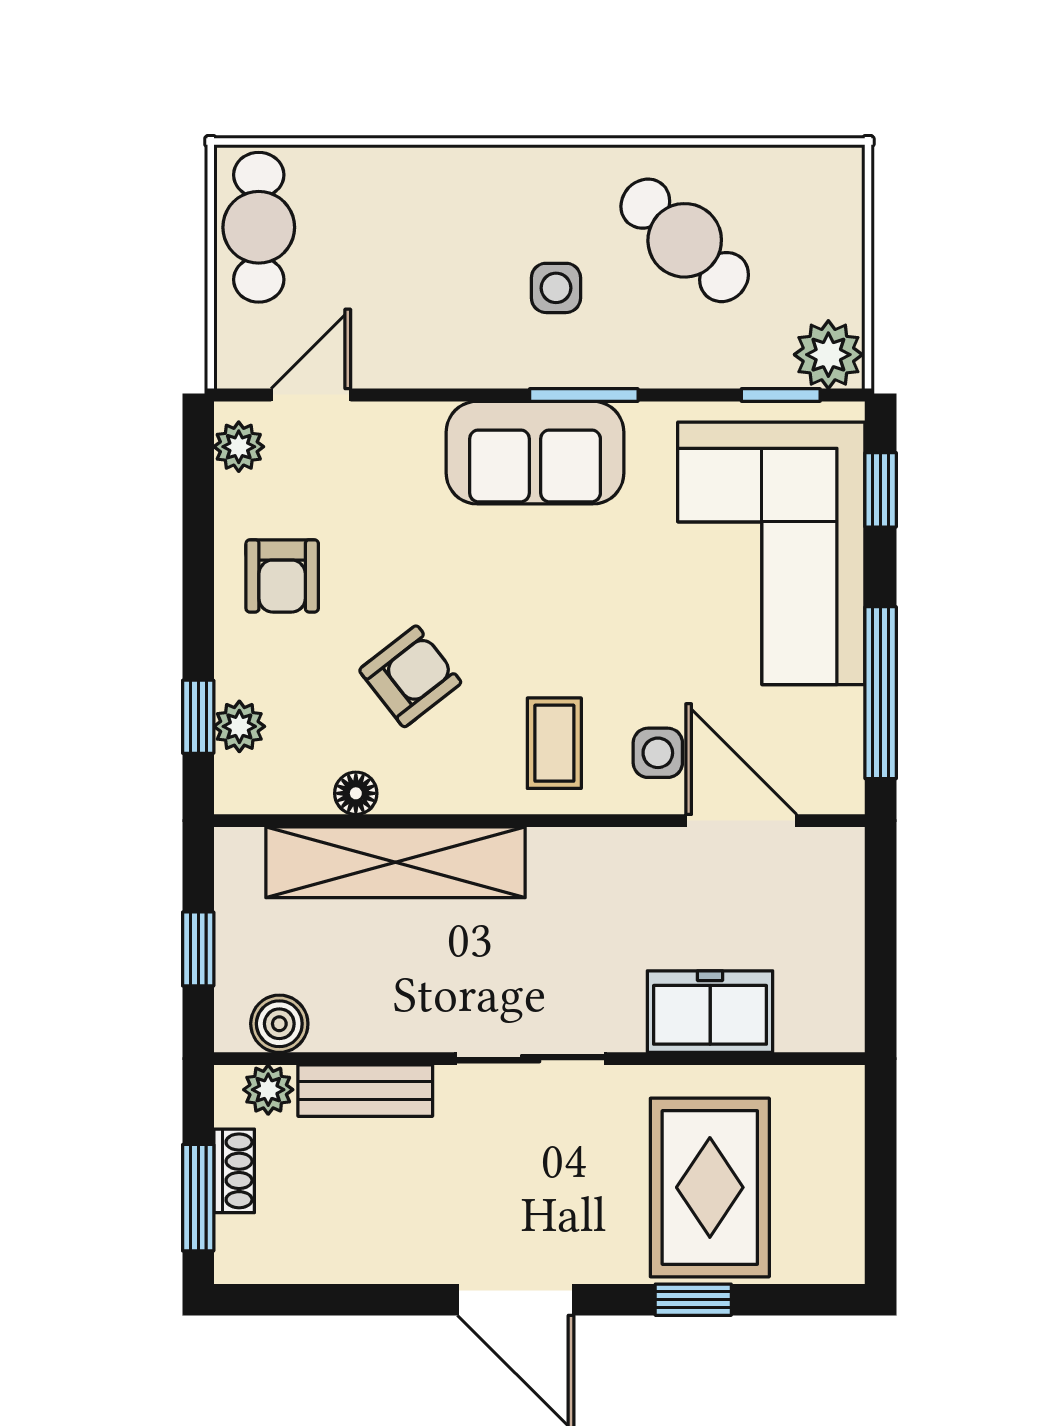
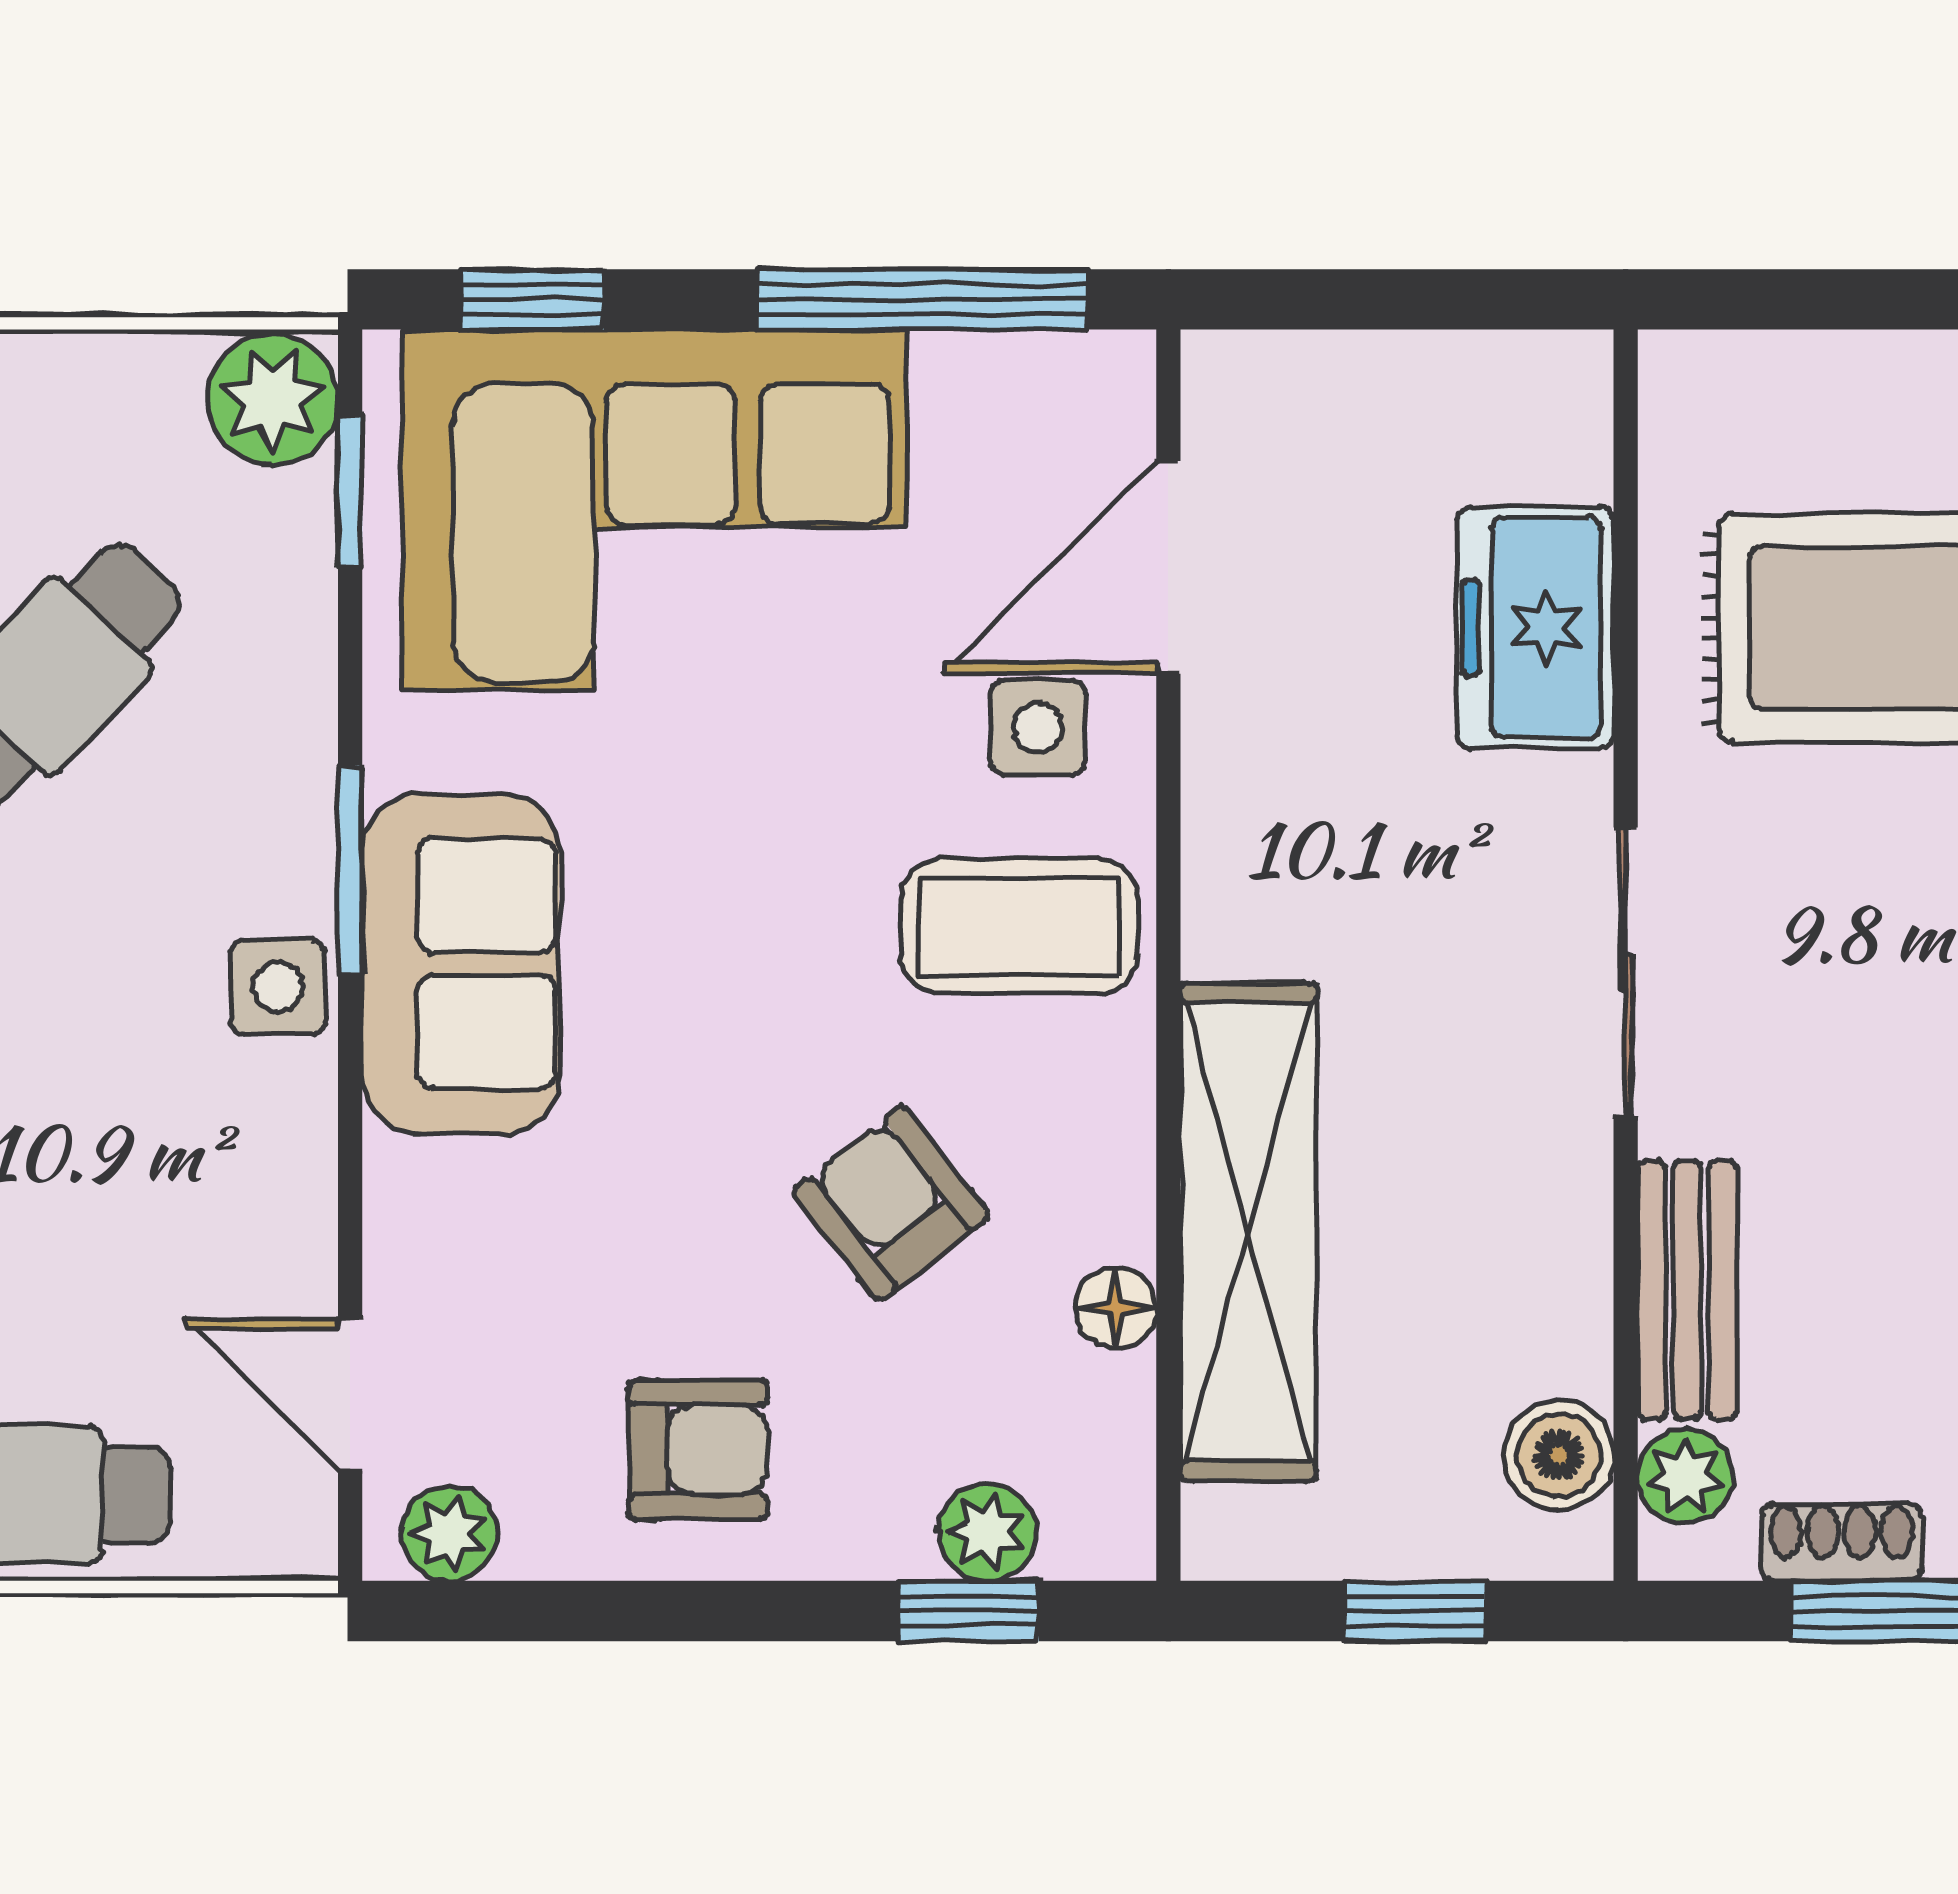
side table: (556, 288) -> (278, 987), moved
coffee table: (554, 743) -> (1019, 927), width x1.36, depth x1.30

